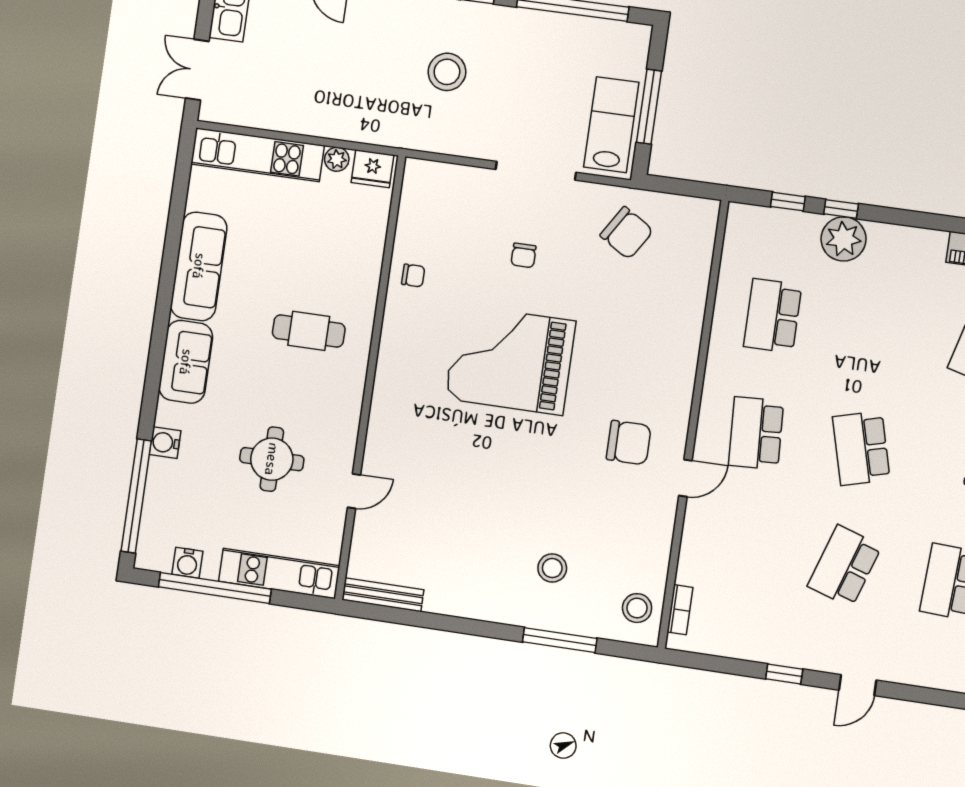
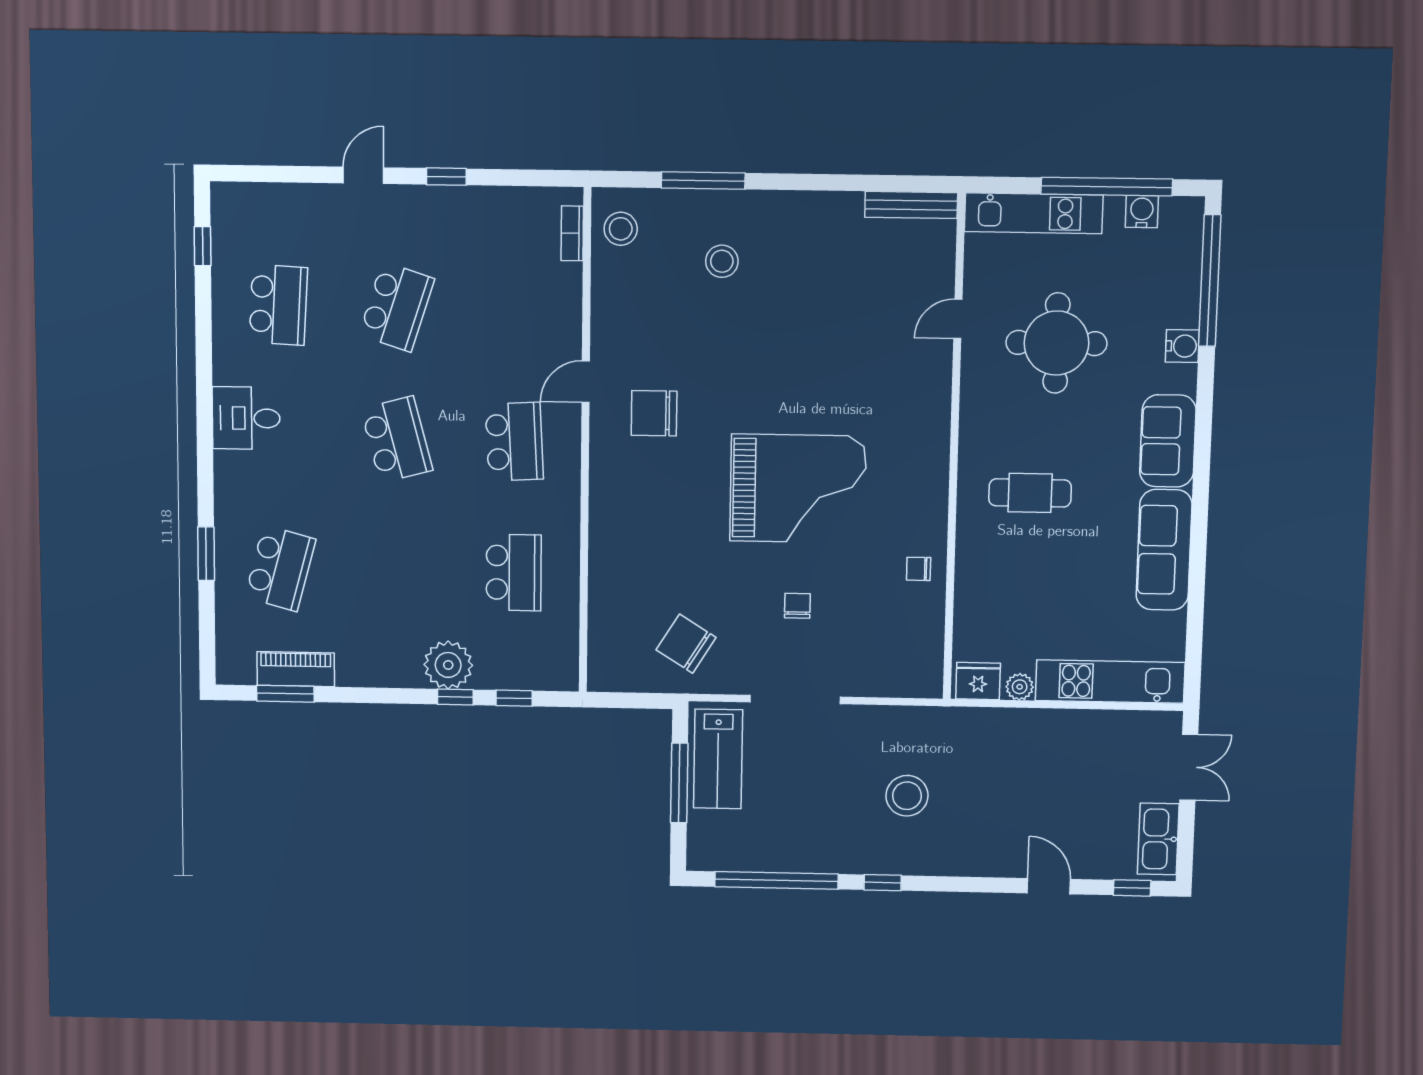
round table: (272, 459) -> (1056, 343), width x1.36, depth x1.36

